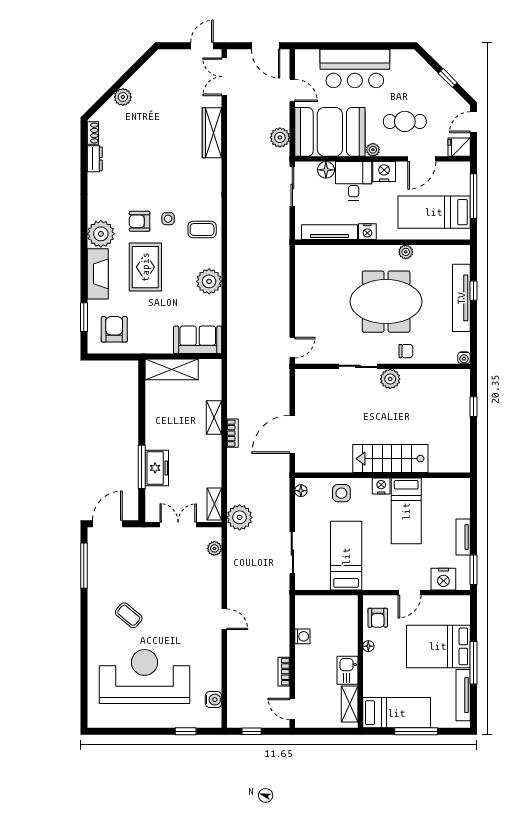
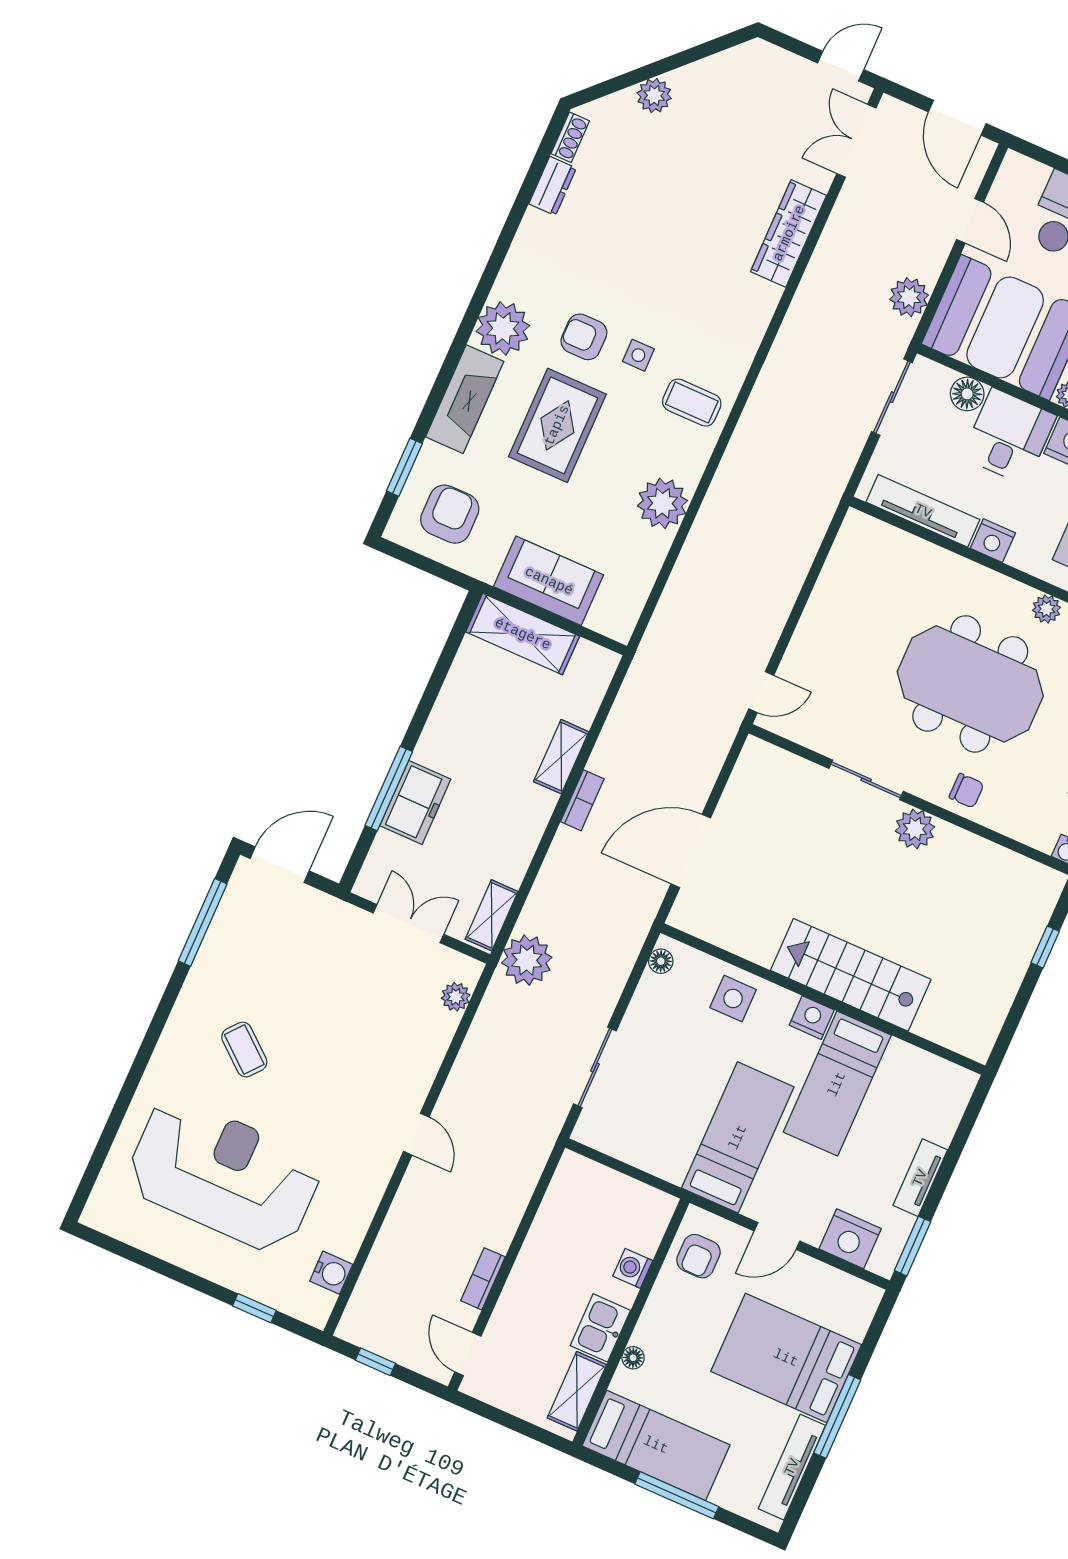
sofa: (198, 340) -> (549, 581), moved
bed: (346, 556) -> (738, 1137), moved
washing machine: (302, 636) -> (633, 1268), moved, turned 180
floor lamp: (368, 646) -> (633, 1358), moved

